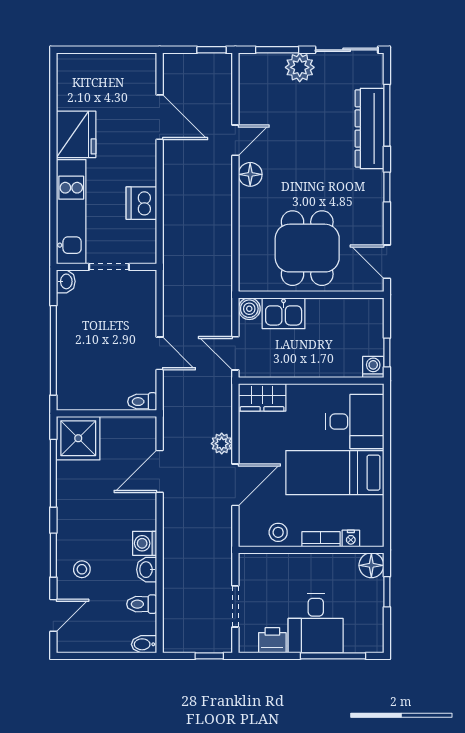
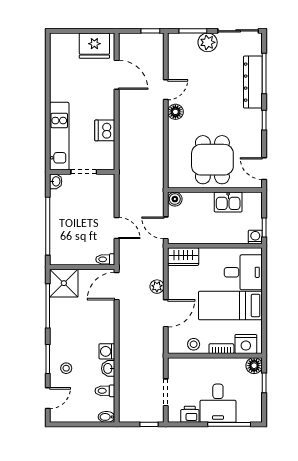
fridge: (76, 134) -> (94, 46), moved, turned 90
kitchen sink: (284, 313) -> (228, 202), moved
door: (160, 471) -> (117, 286), moved
nightstand: (351, 539) -> (246, 344), width x1.89, depth x1.79

